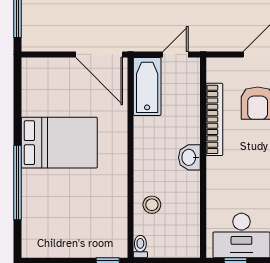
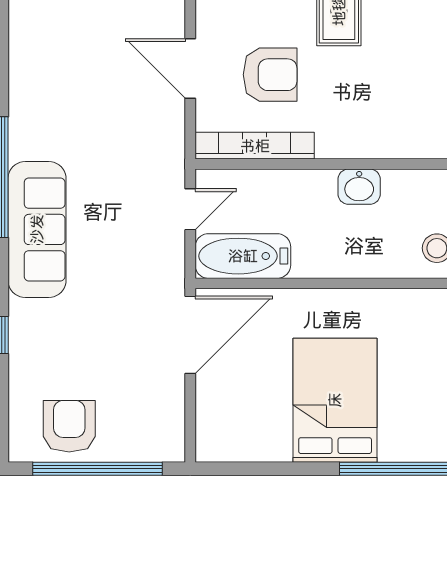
door: (176, 54) -> (190, 209), swing flipped
bookcase: (214, 119) -> (255, 146), moved

